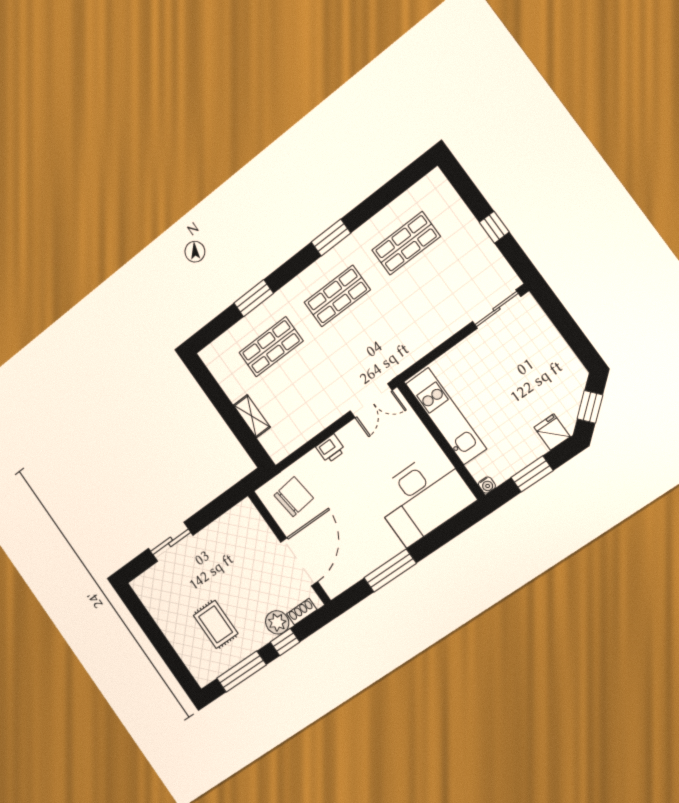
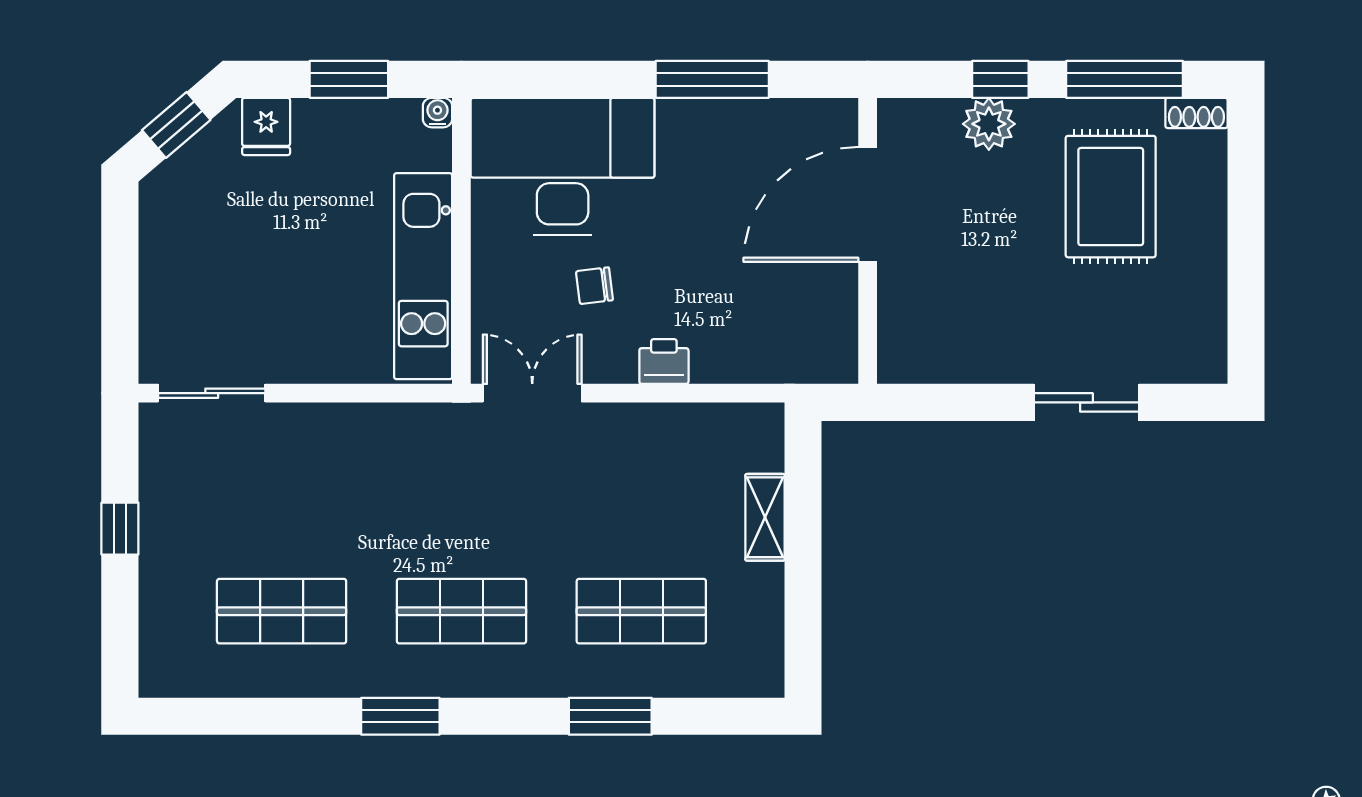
chair: (294, 497) -> (595, 286), moved, width x0.54, depth x0.54
shoe rack: (302, 612) -> (1196, 113), moved
rug: (216, 624) -> (1111, 197), width x1.36, depth x1.43

